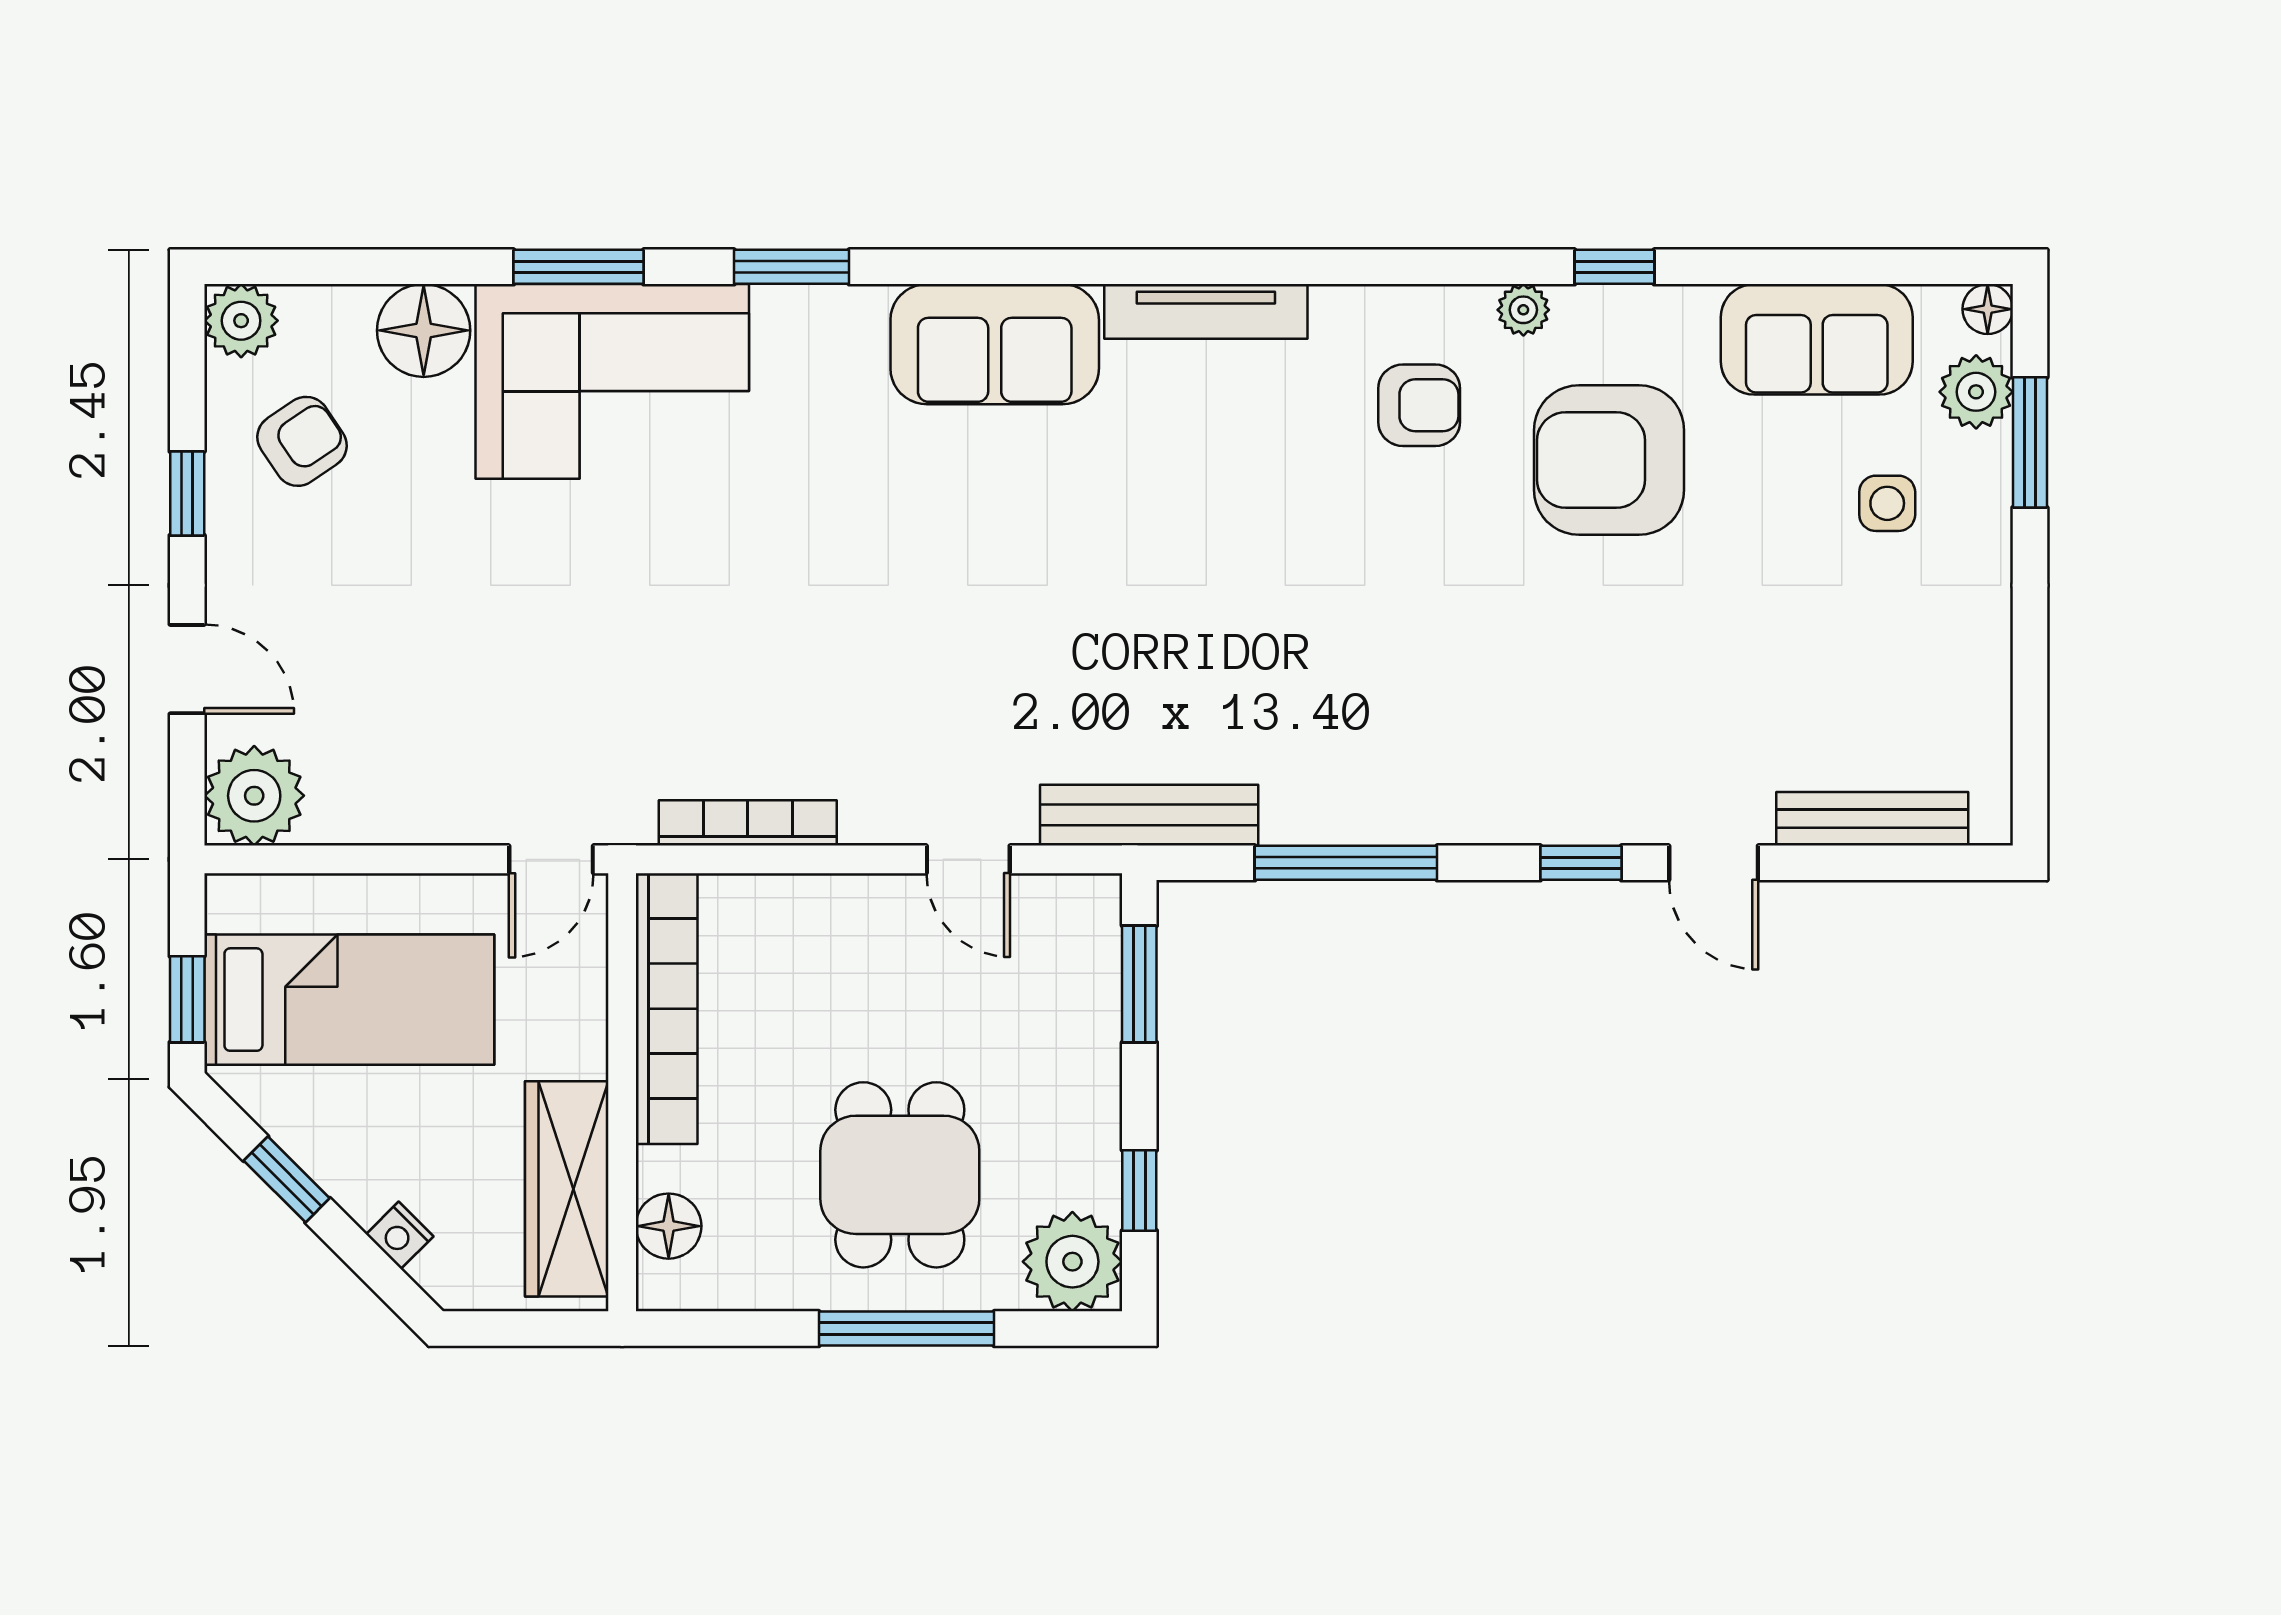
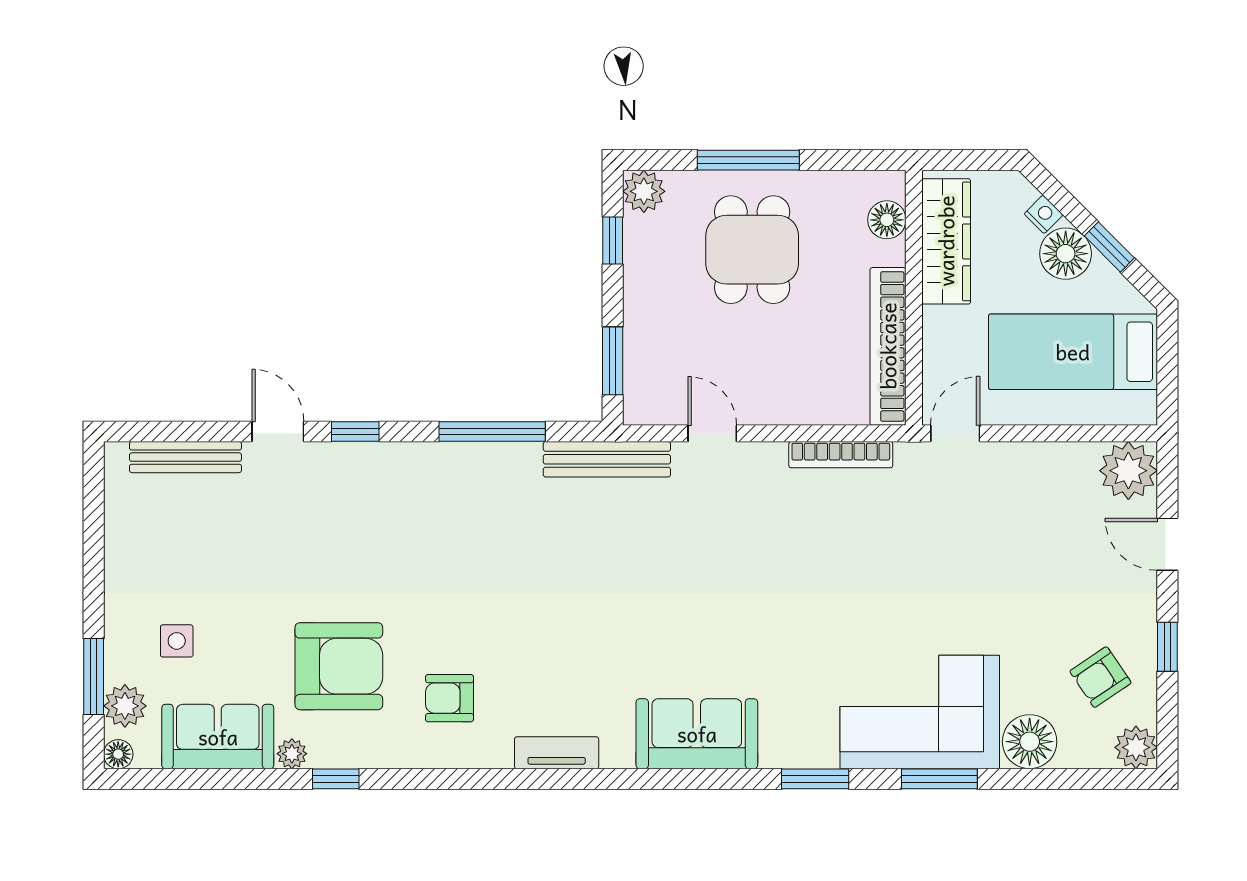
plant: (1523, 310) -> (292, 754), moved
tv unit: (1206, 311) -> (557, 753), width x0.71
window: (187, 999) -> (1167, 352), removed
floor lamp: (362, 1168) -> (1066, 254), added
plant: (1072, 1262) -> (644, 191), width x0.73, depth x0.73

